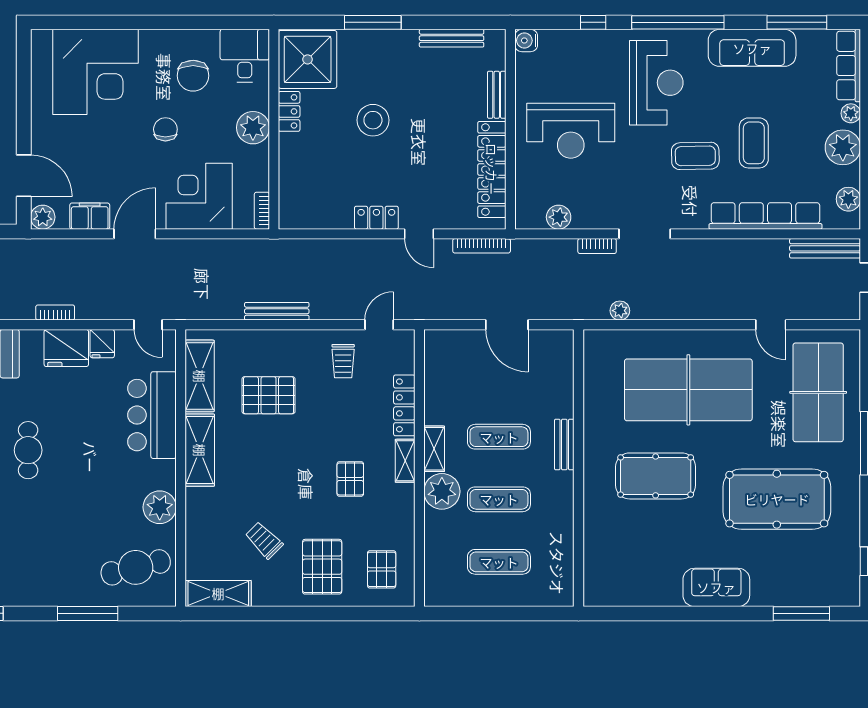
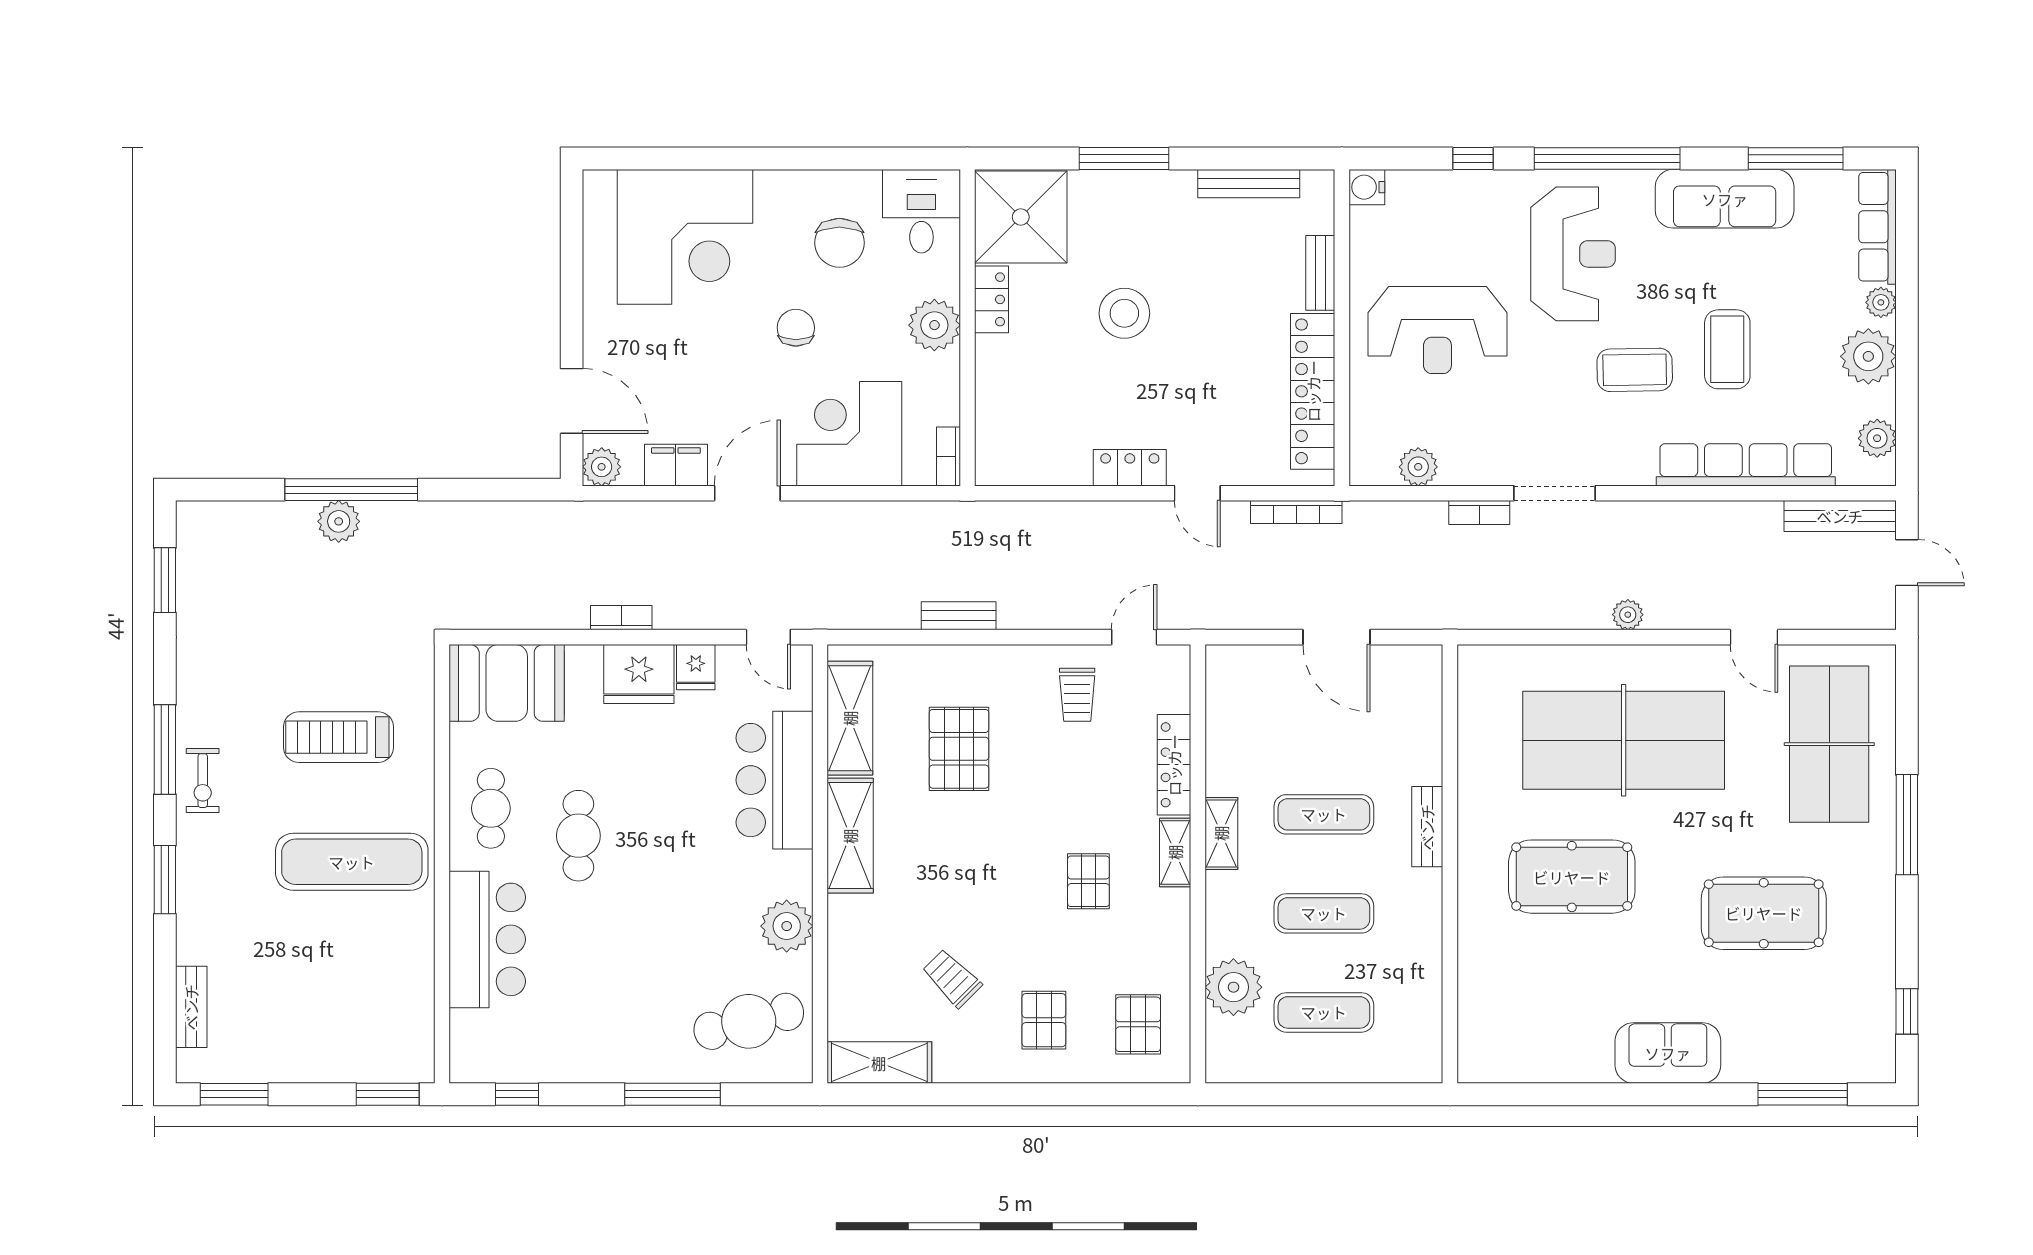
bench: (277, 311) -> (959, 616), width x0.73
plant: (620, 311) -> (1628, 615), moved
pallet: (269, 395) -> (959, 749), turned 90
plant: (442, 491) -> (1233, 987), moved
pool table: (777, 499) -> (1764, 913), width x0.73, depth x0.76
pallet: (322, 567) -> (1044, 1020), width x0.67, depth x0.71

